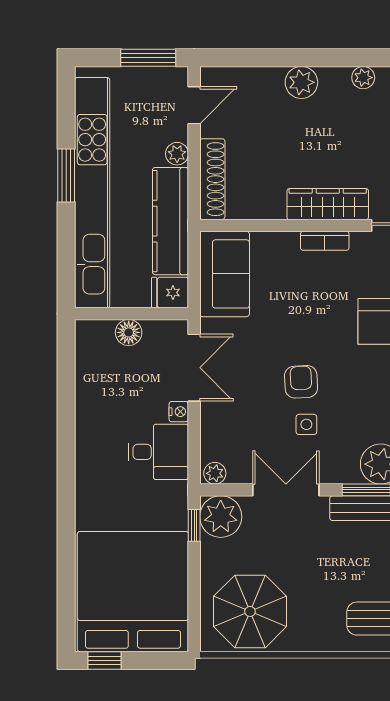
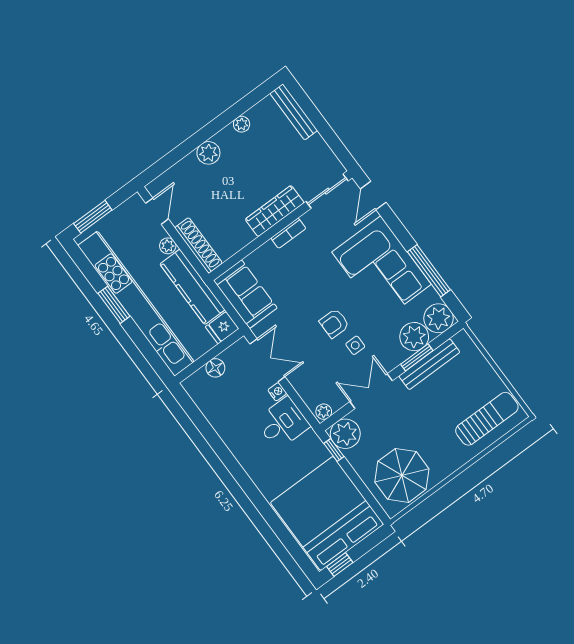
window: (148, 58) -> (93, 217), moved
armchair: (301, 382) -> (334, 323), turned -87

